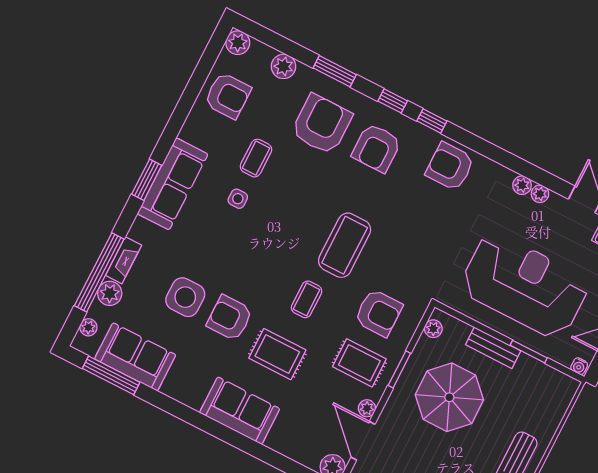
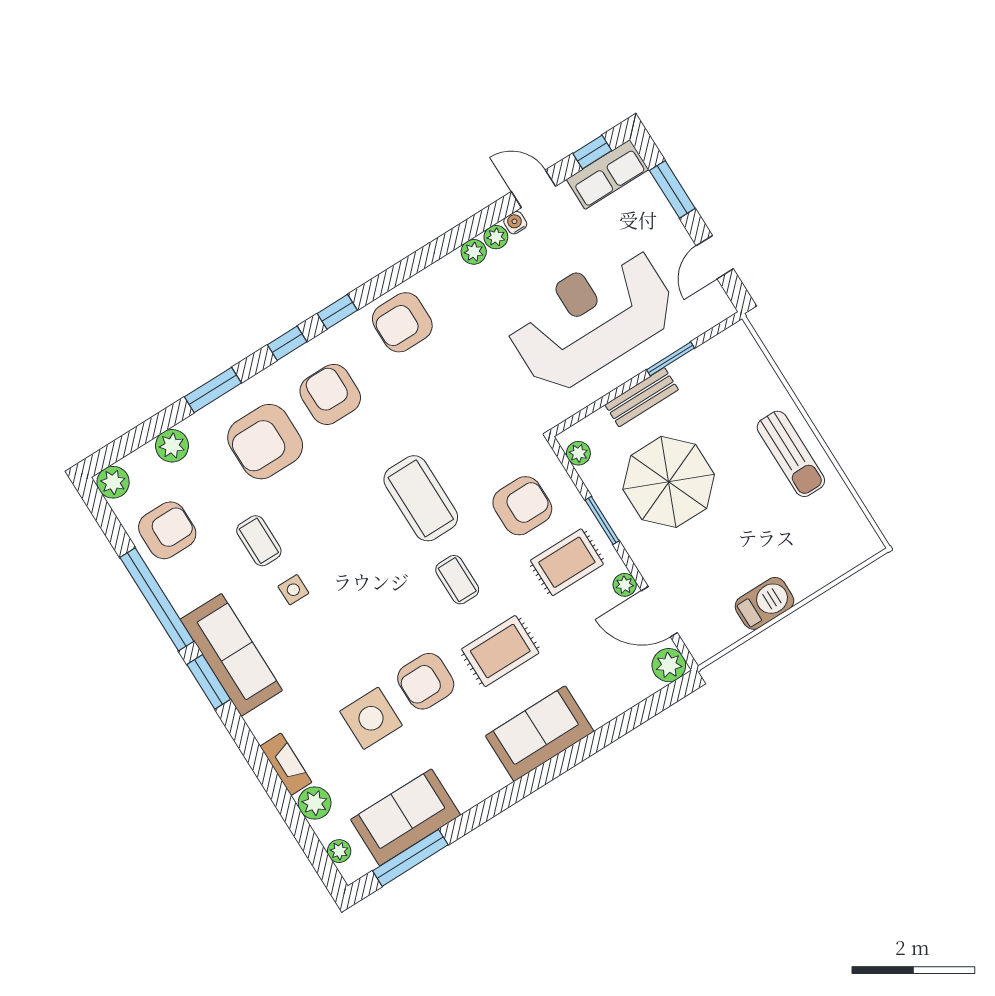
armchair: (322, 124) -> (265, 442), turned -90
armchair: (376, 148) -> (330, 394), turned 180
window: (99, 272) -> (157, 599), moved
water cooler: (579, 366) -> (515, 223), moved, turned 180

